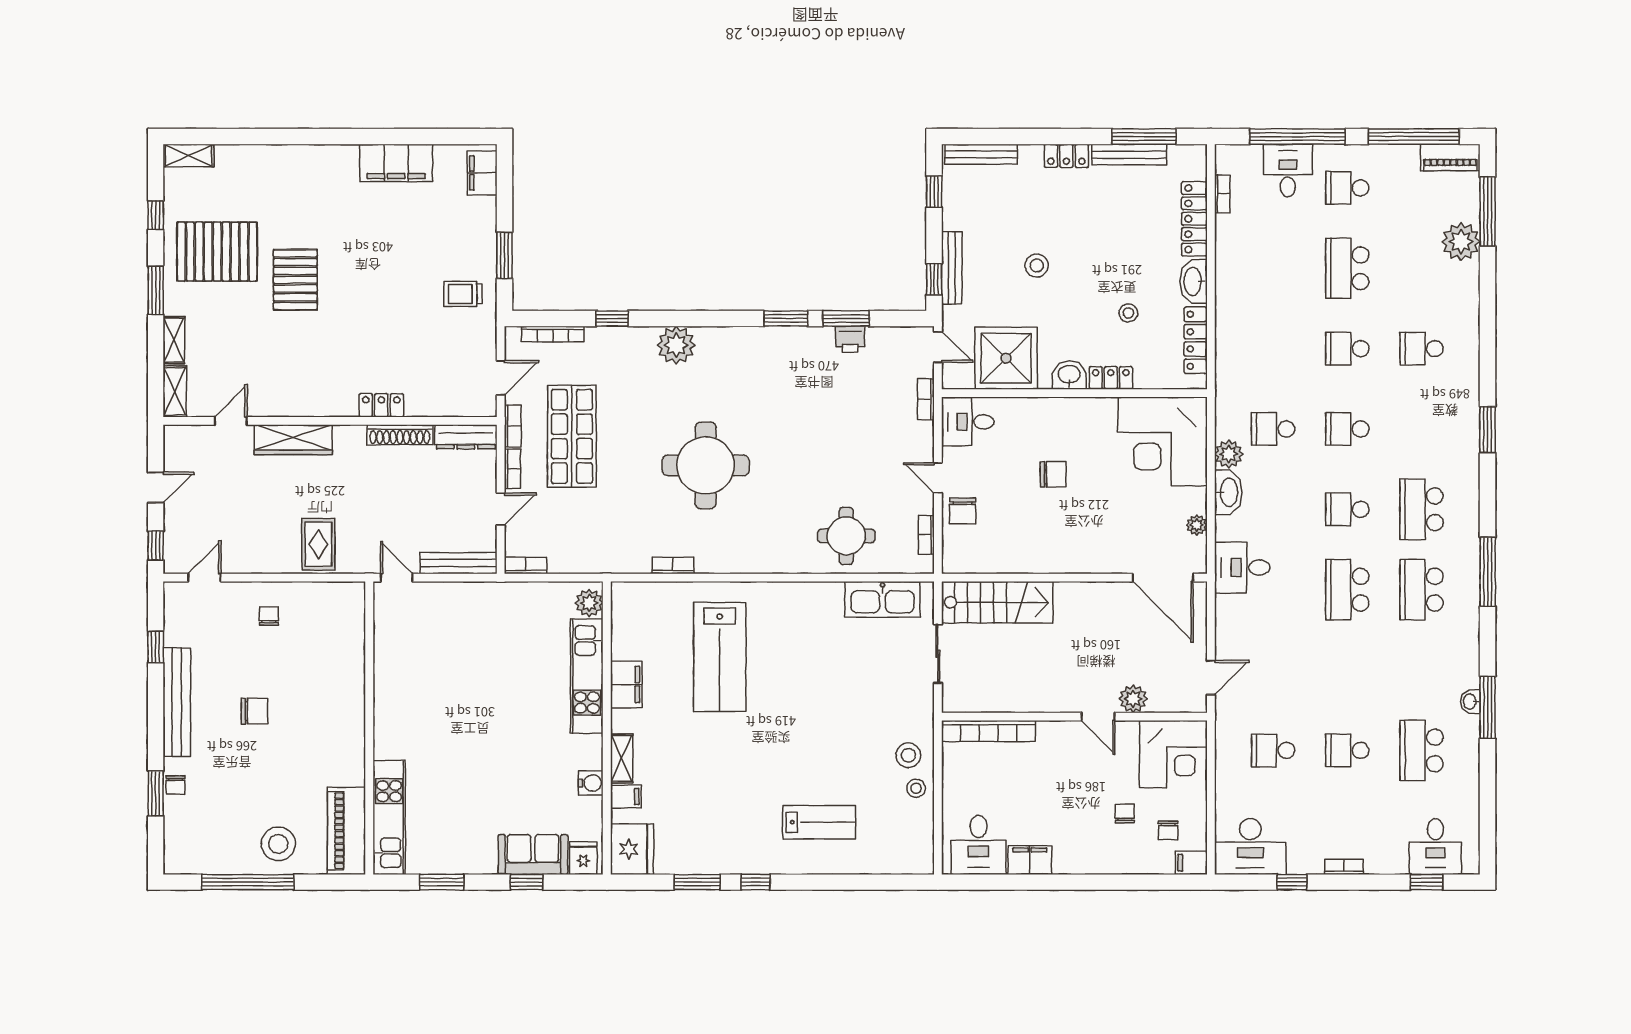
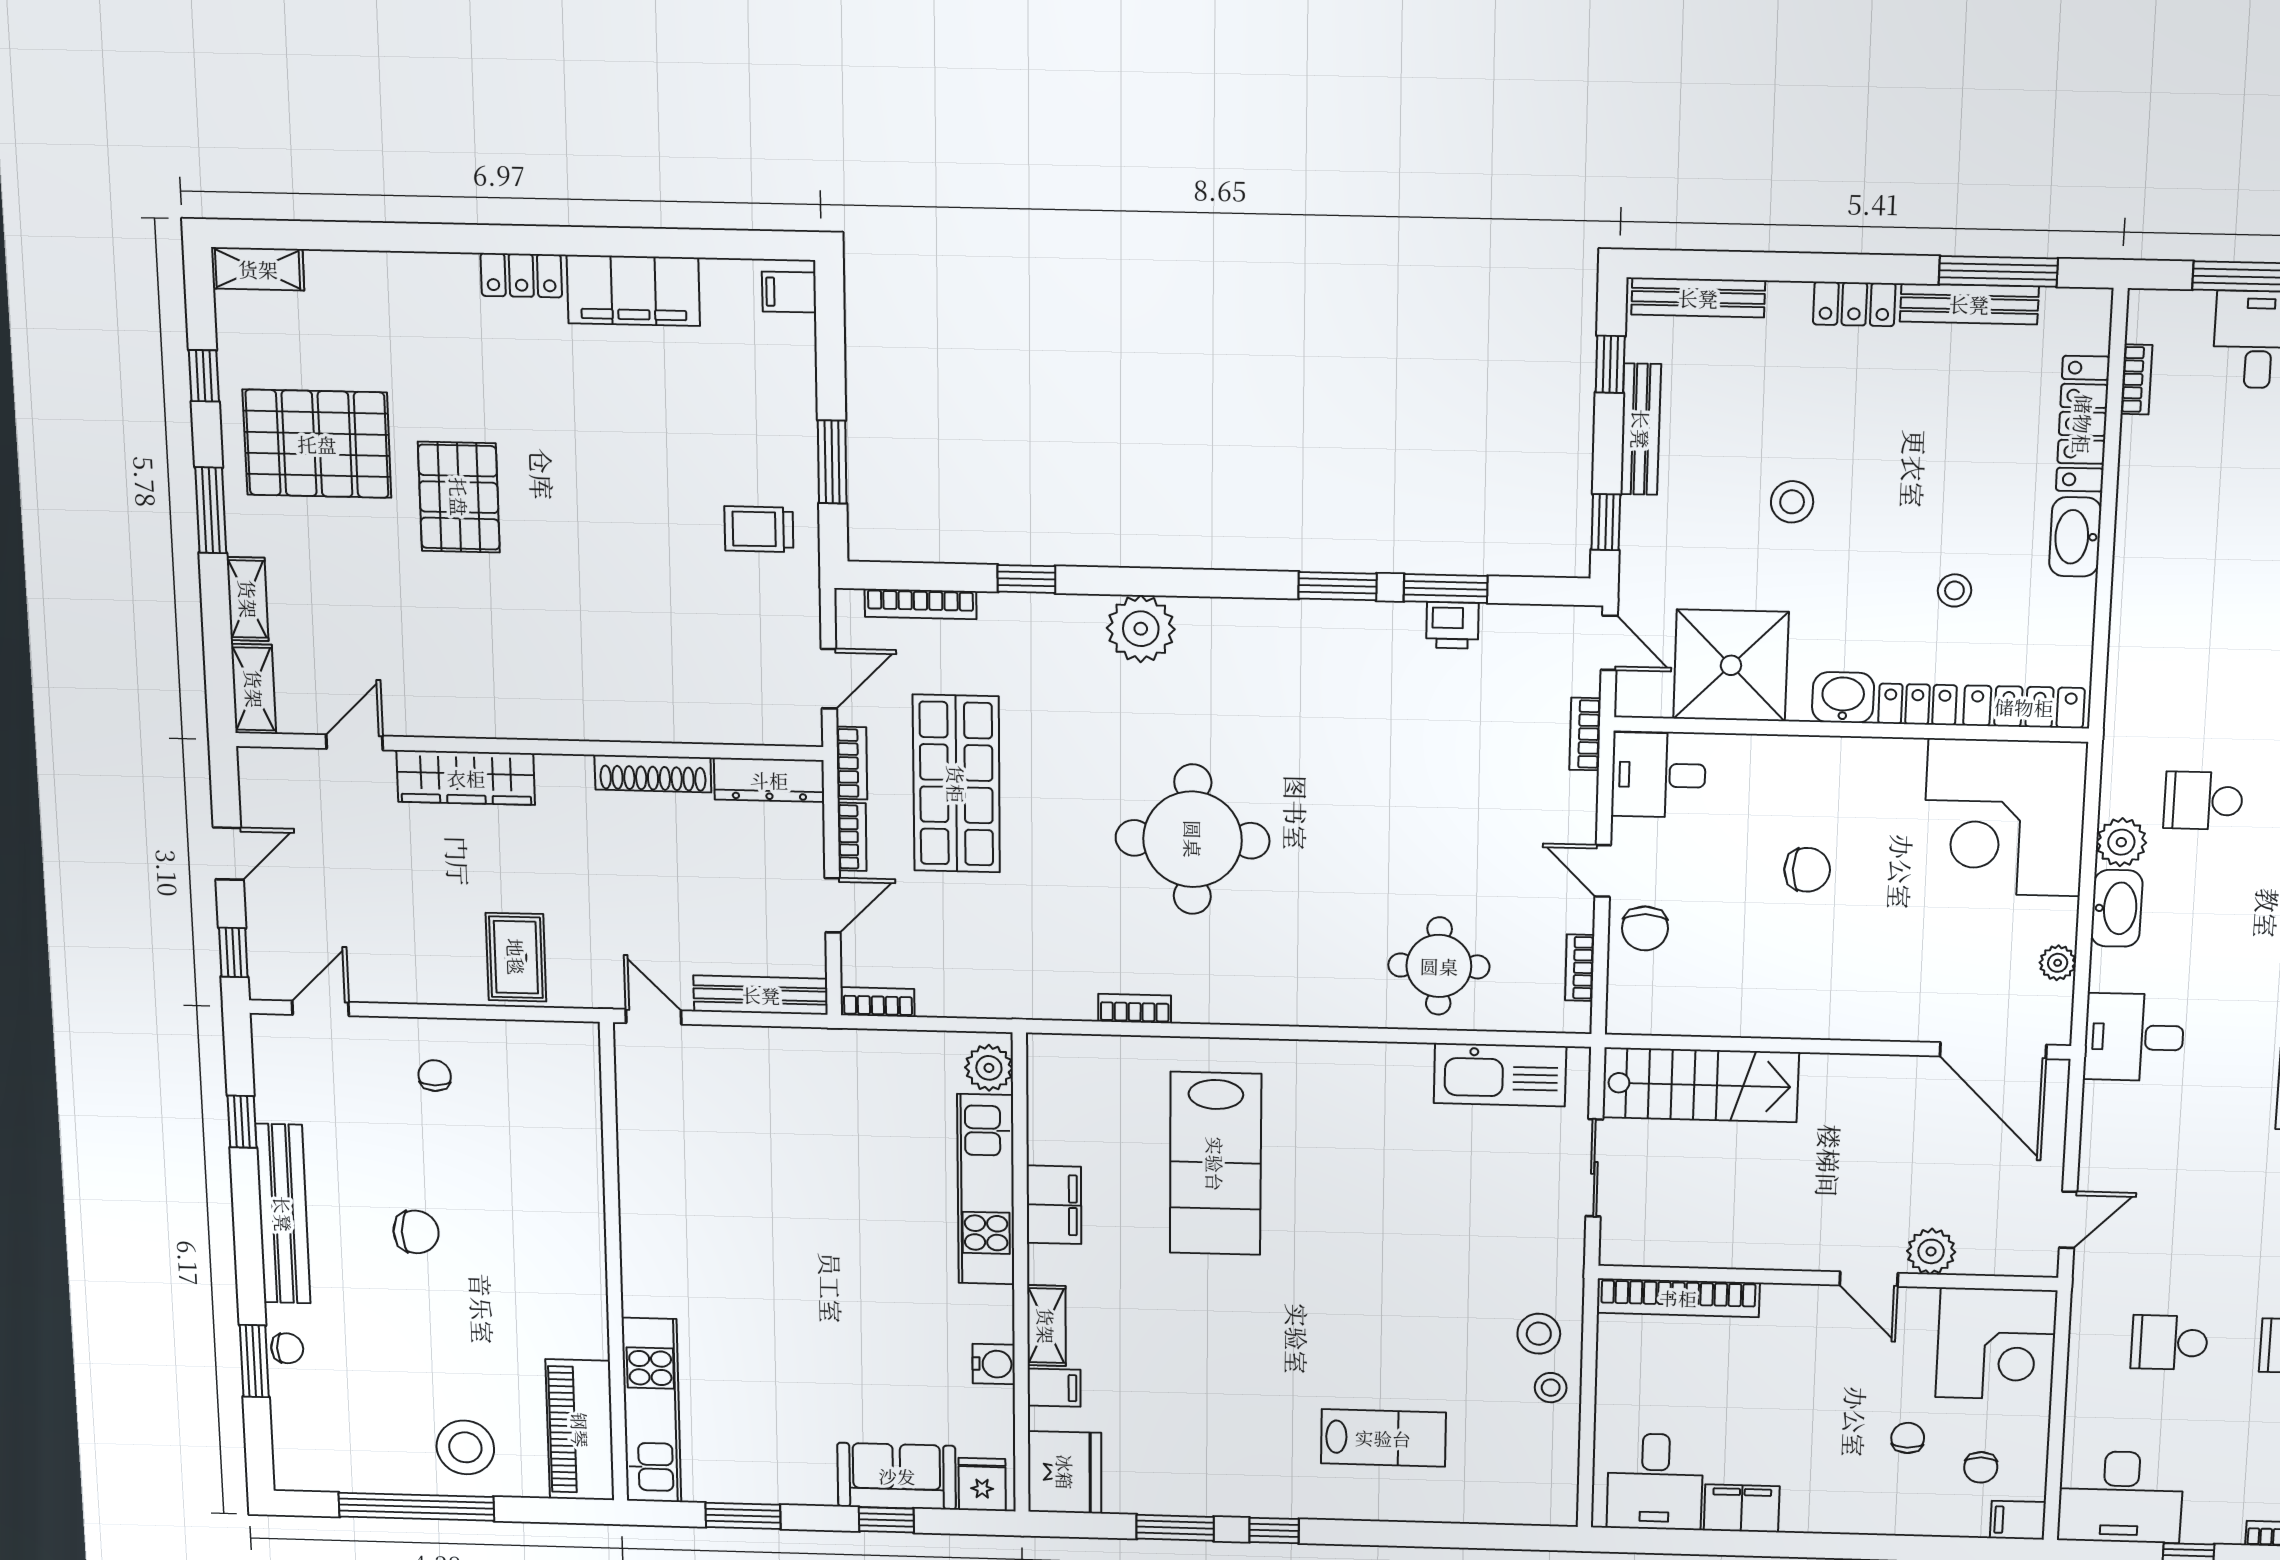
filing cabinet: (482, 173) -> (789, 292), width x0.50
bench: (952, 268) -> (1641, 429), moved
locker: (1196, 340) -> (2024, 707), moved, turned 90
locker: (381, 405) -> (521, 275), moved, turned 180
chair: (175, 785) -> (287, 1348), turned -90

